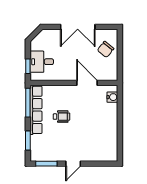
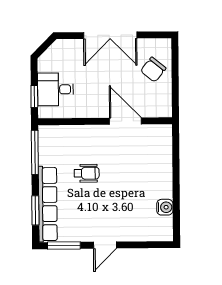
water cooler: (112, 97) -> (165, 207), moved
row of seats: (36, 110) -> (48, 204), moved

